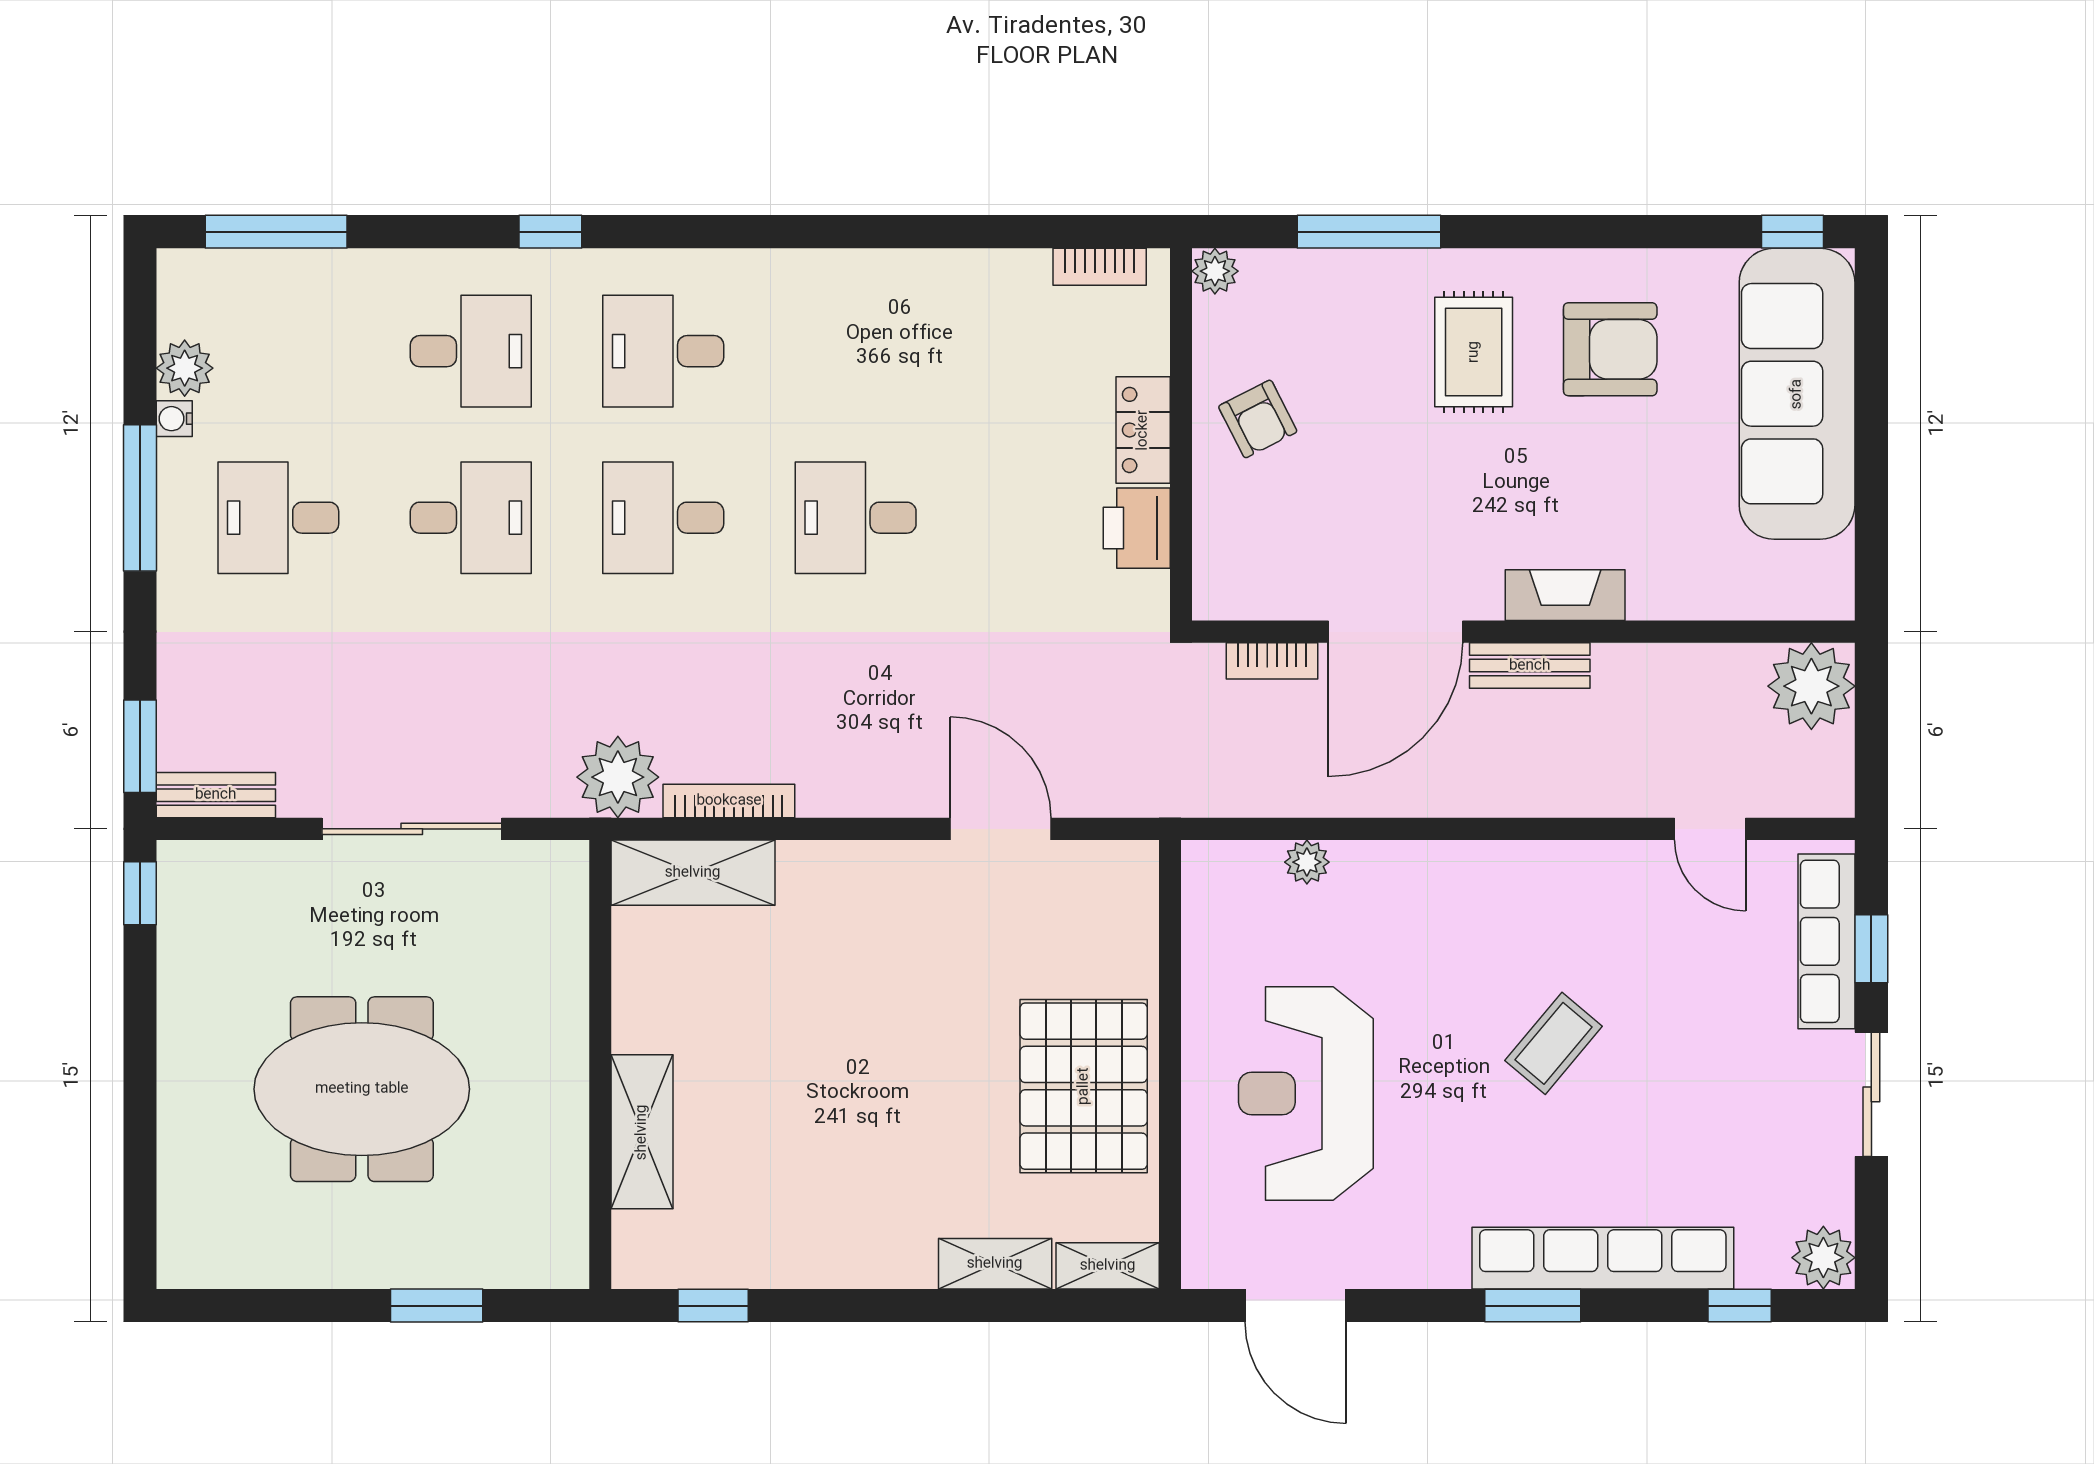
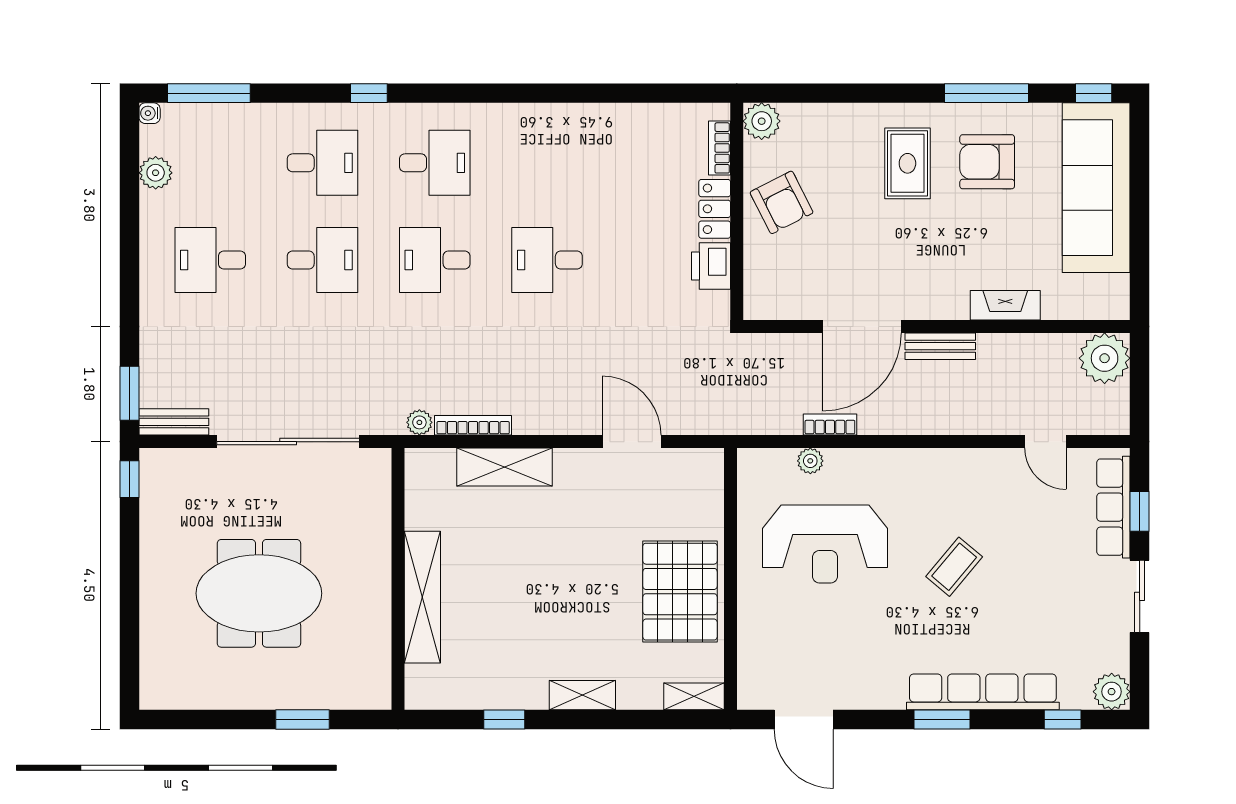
window: (1369, 232) -> (987, 93), moved
bookcase: (1100, 267) -> (720, 148), moved, turned 90
plant: (1215, 271) -> (762, 121), width x1.38, depth x1.38
armchair: (1610, 349) -> (987, 162), turned 180
desk: (663, 351) -> (435, 163), turned 180
water cooler: (174, 419) -> (150, 113), moved
armchair: (1258, 419) -> (782, 202), width x1.38, depth x1.38
window: (140, 498) -> (130, 248), removed
fireplace: (1565, 595) -> (1005, 305), moved
bookcase: (1272, 661) -> (830, 424), moved, turned 180
plant: (618, 777) -> (419, 422), width x0.53, depth x0.53
sliding door: (412, 829) -> (288, 442), width x1.36
shelving: (693, 873) -> (505, 467), moved
reception desk: (1306, 1093) -> (825, 544), moved, turned -90
shelving: (642, 1132) -> (422, 597), width x1.47
shelving: (995, 1264) -> (582, 695), moved
window: (713, 1306) -> (504, 720), moved

